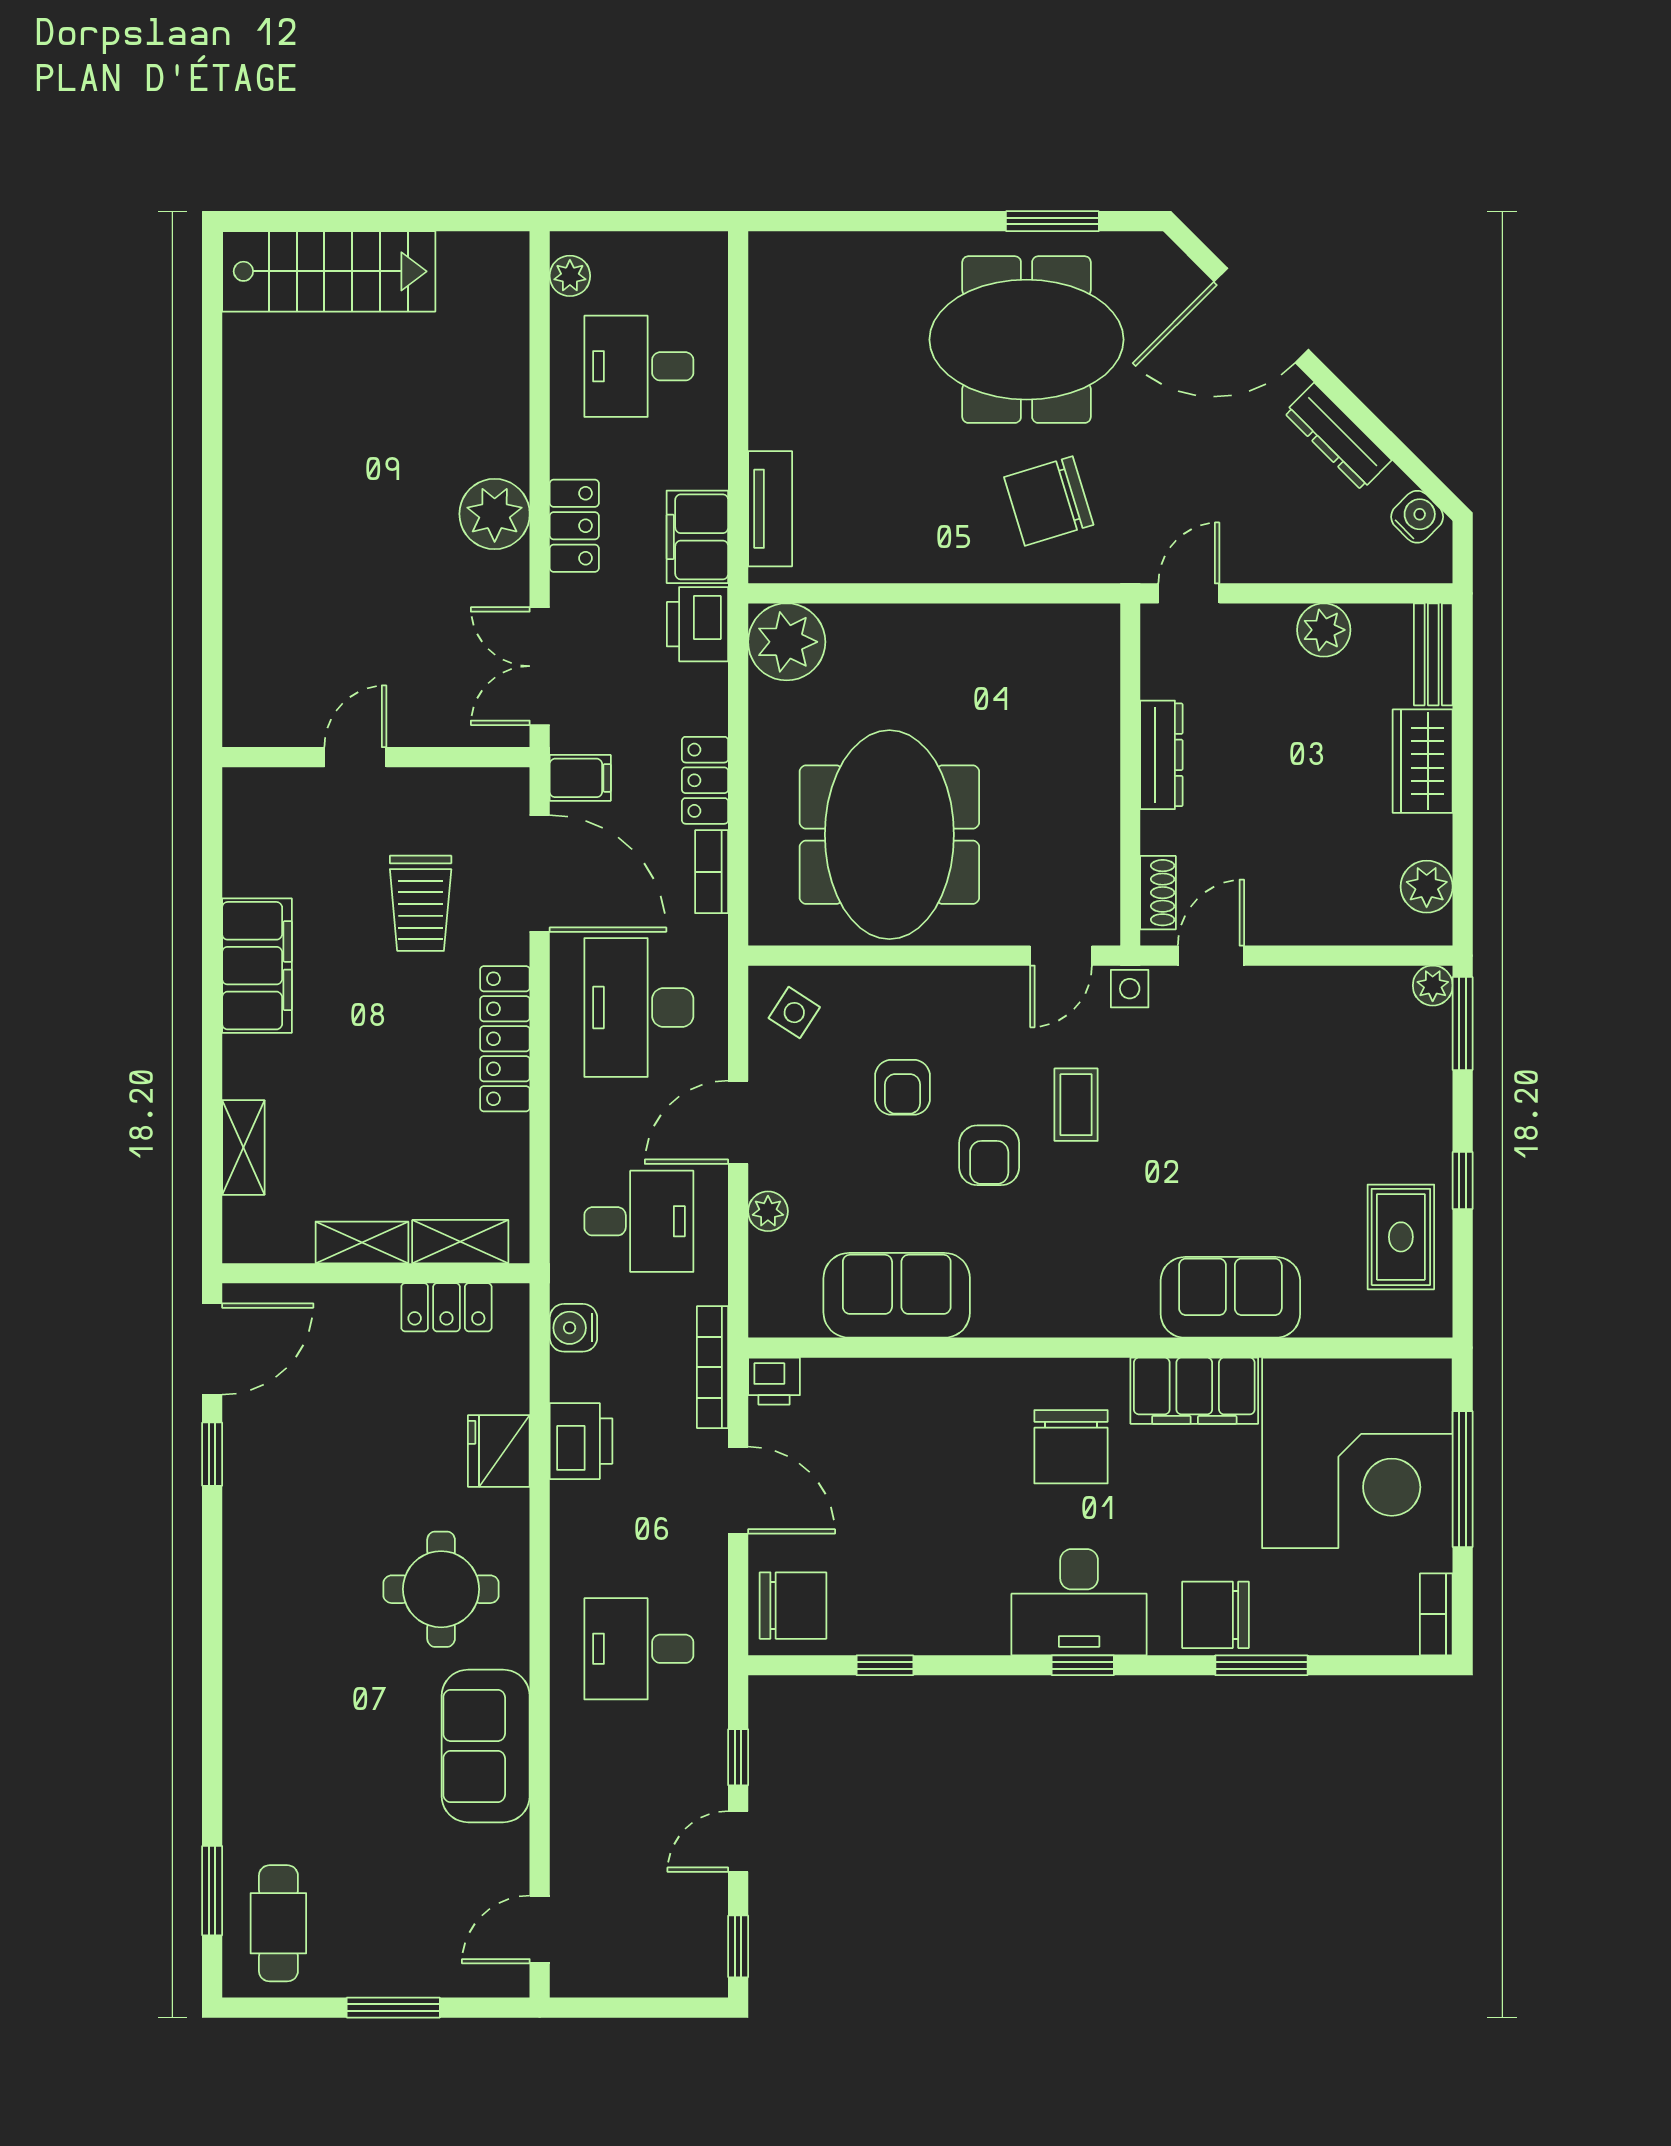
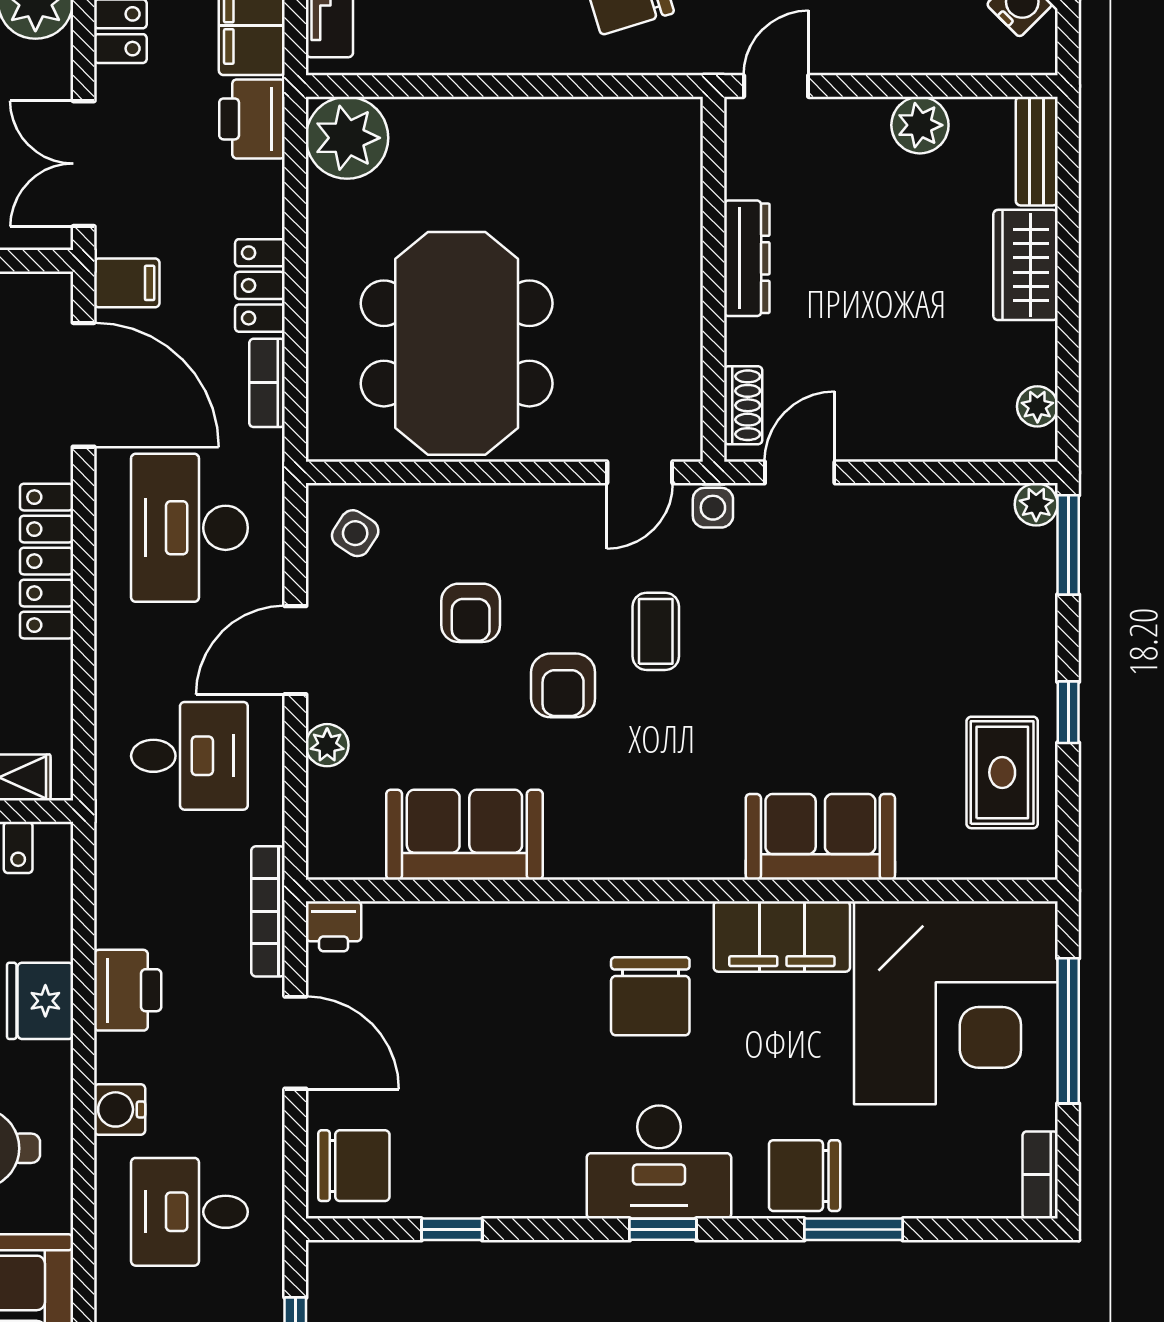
plant: (1427, 887) -> (1037, 406), width x0.73, depth x0.73
water cooler: (573, 1328) -> (120, 1109), moved

